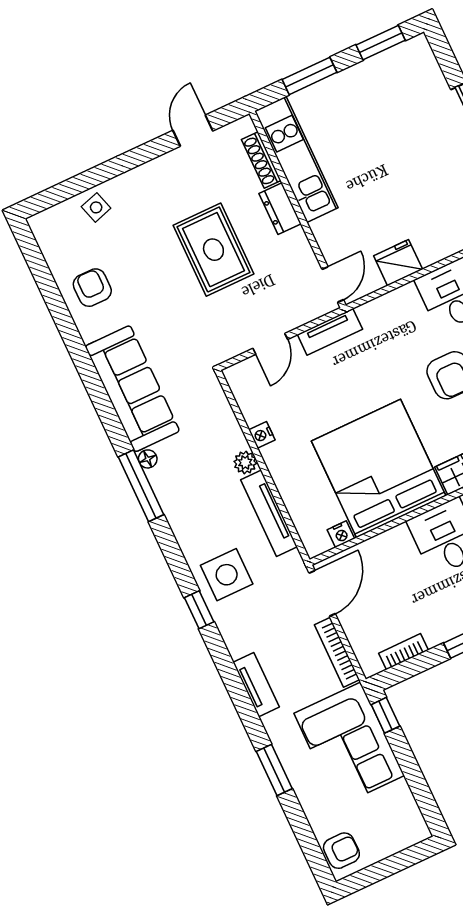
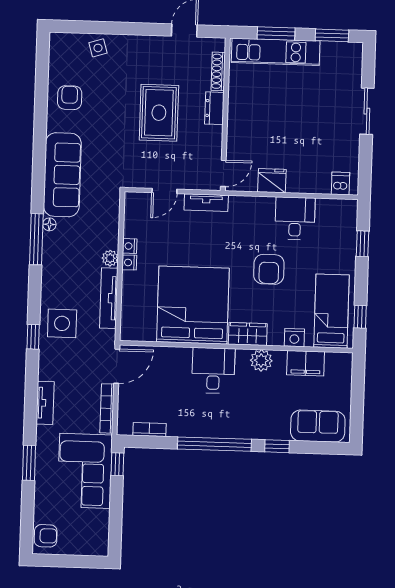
kitchen unit: (296, 159) -> (276, 52), moved, turned 90
nightstand: (341, 534) -> (129, 263), moved, turned 90

